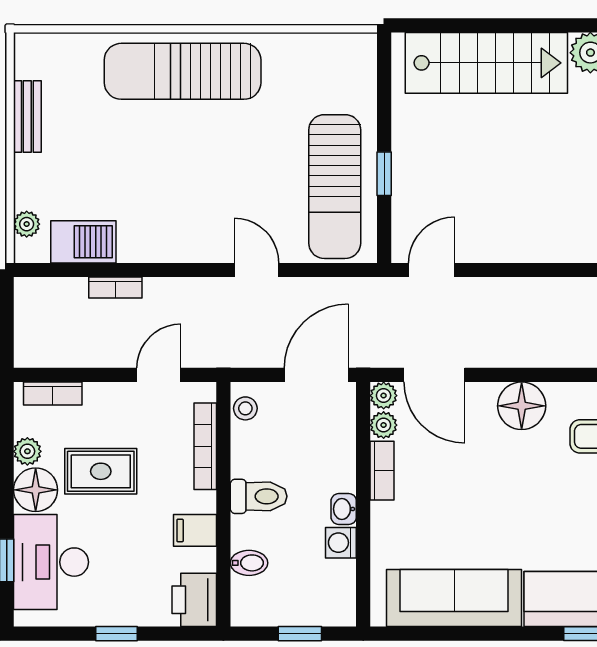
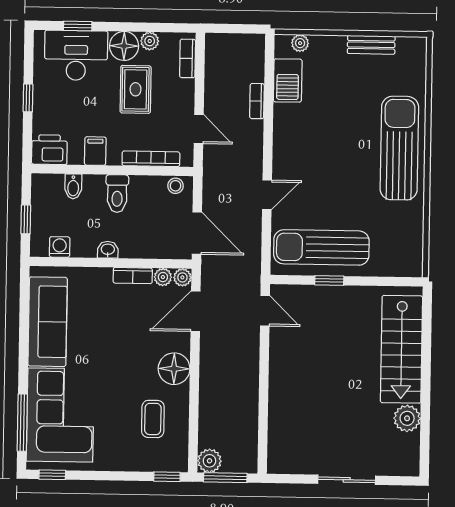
washing machine: (341, 543) -> (60, 247), moved

